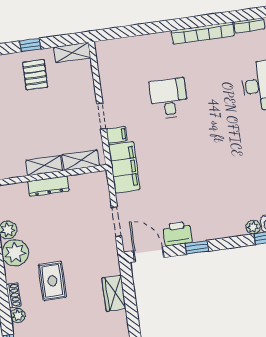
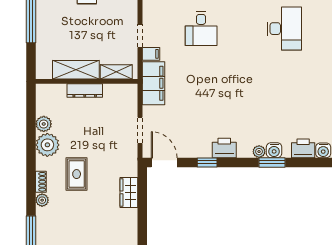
desk: (169, 98) -> (201, 29), turned 180
shelving: (44, 166) -> (76, 70), width x1.50, depth x1.33
printer: (177, 234) -> (224, 148), moved

